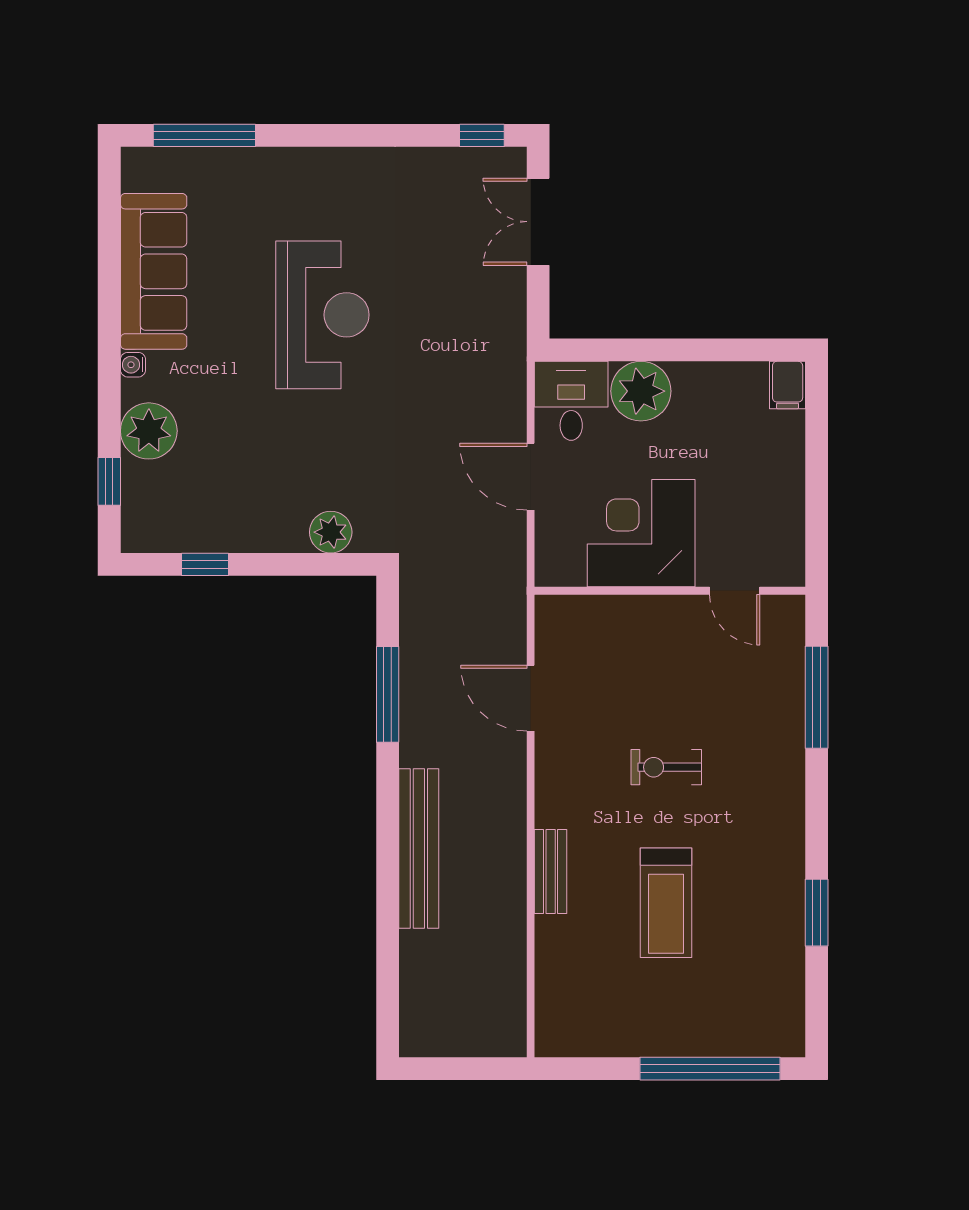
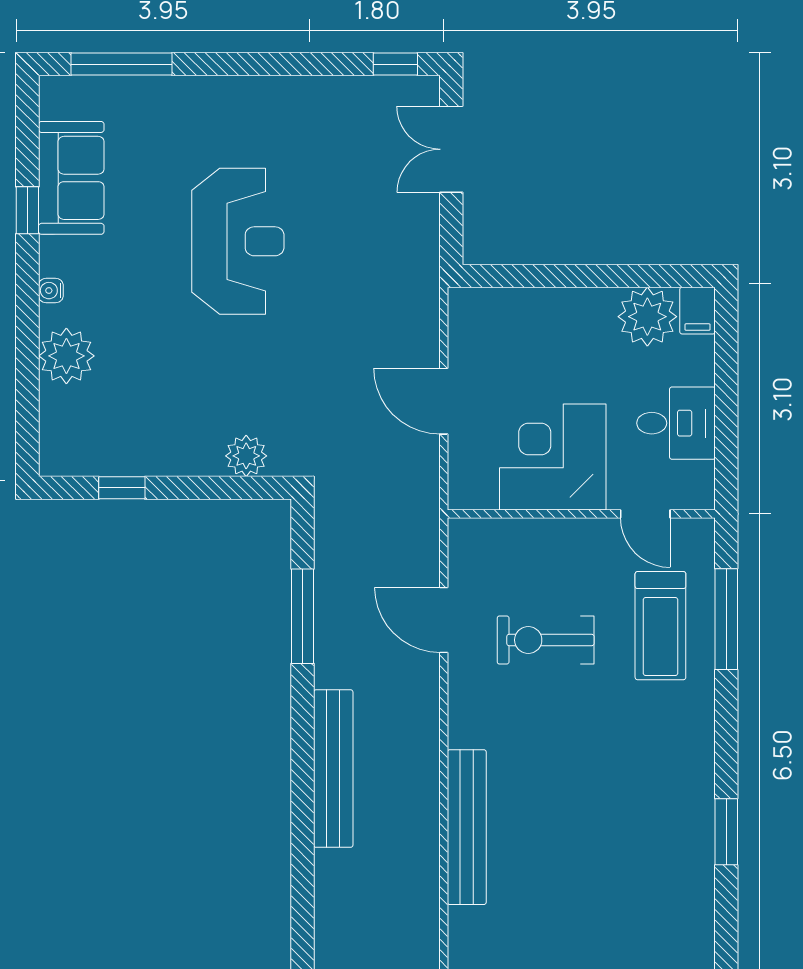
sofa: (154, 271) -> (71, 178), width x0.73
plant: (641, 391) -> (647, 317), moved
desk: (571, 401) -> (676, 423), moved, turned 90
window: (109, 481) -> (27, 210), moved
exercise bike: (666, 767) -> (546, 640), moved, width x1.38, depth x1.39
bench: (551, 871) -> (467, 827), width x1.86, depth x1.21
treadmill: (666, 903) -> (660, 626), moved

